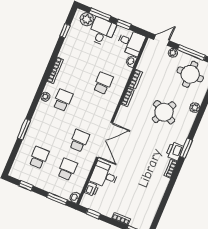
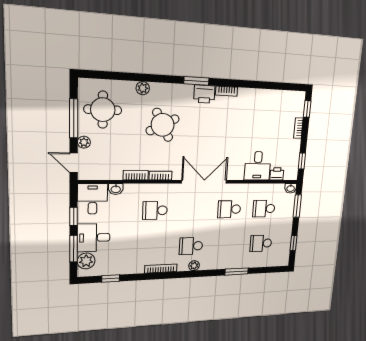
round table: (164, 112) -> (163, 125), turned 36
double door: (104, 140) -> (204, 182), moved

